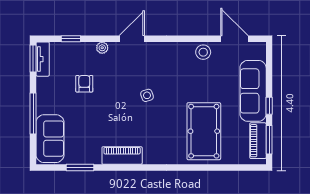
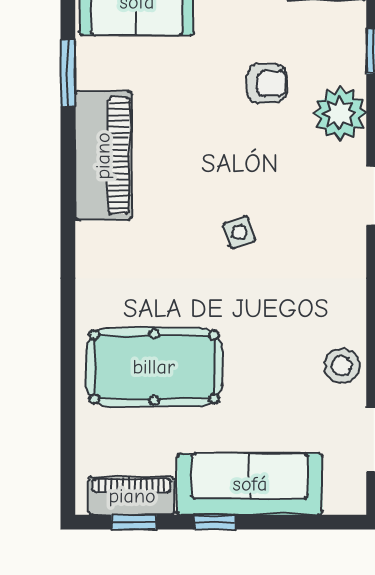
plant: (102, 48) -> (340, 114), width x1.87, depth x1.87
window: (269, 140) -> (134, 522), width x0.67
piano: (122, 155) -> (103, 156), width x1.37, depth x1.33

